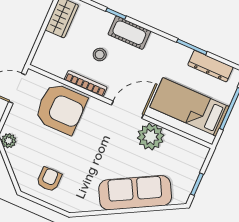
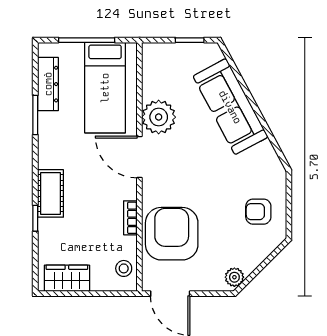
stool: (100, 55) -> (124, 268), moved
bookcase: (86, 83) -> (130, 218), width x0.64

